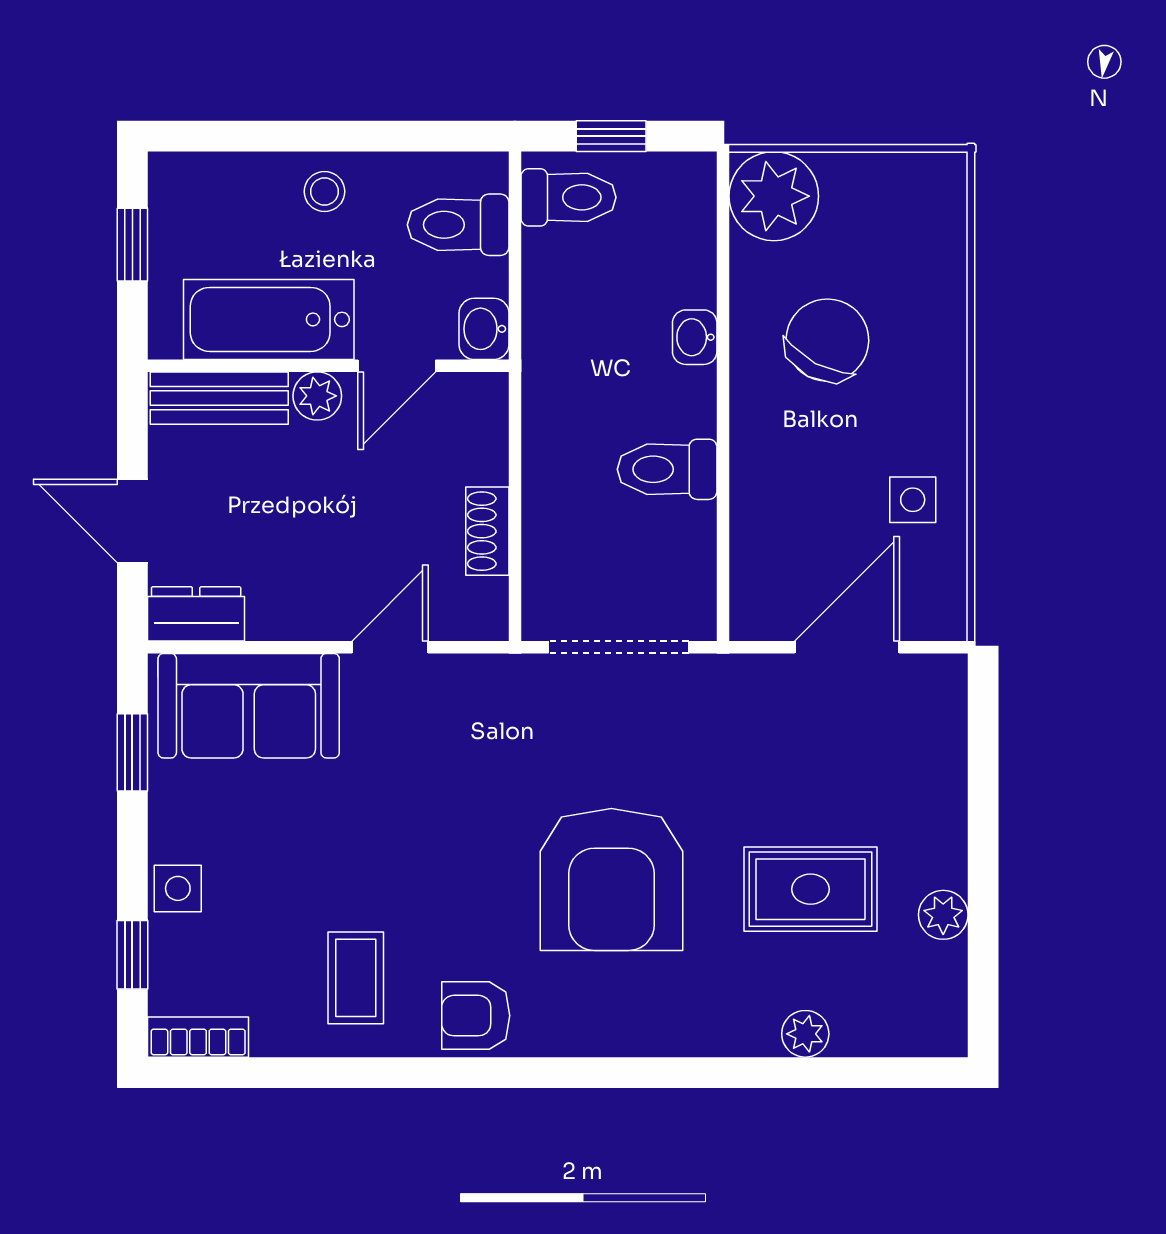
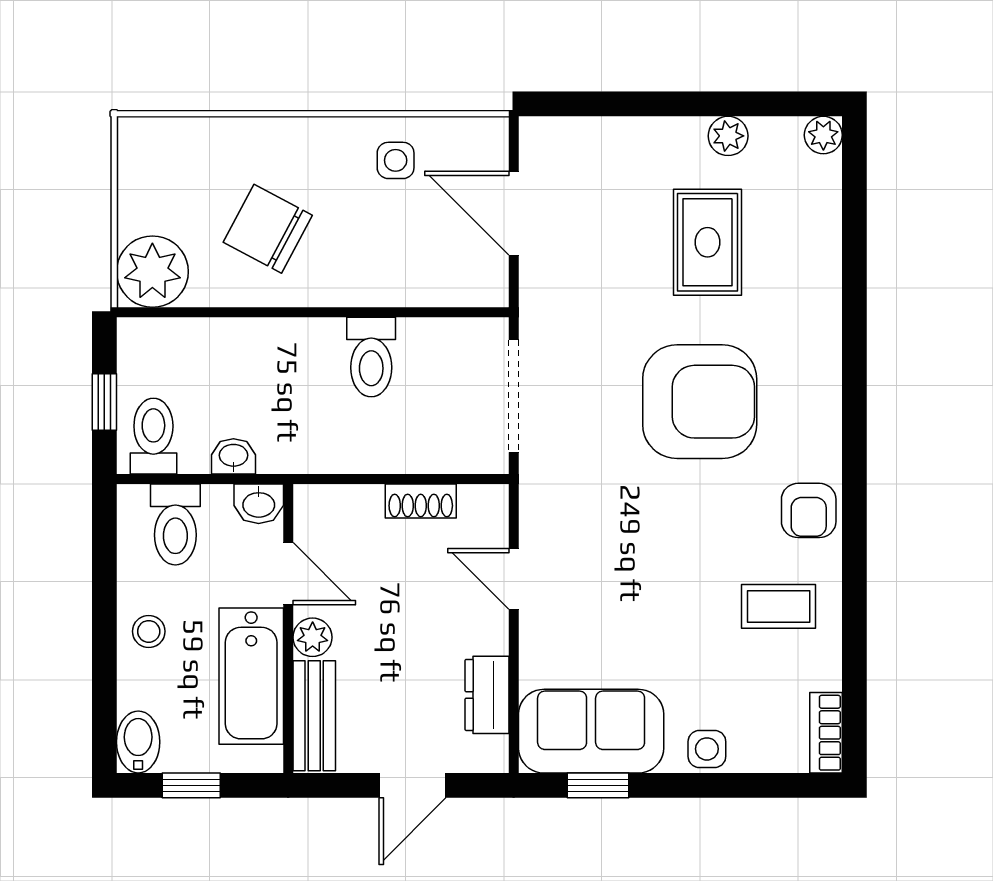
bidet: (187, 178) -> (138, 742), added
washbasin: (695, 337) -> (233, 456), moved, turned 180
dresser: (196, 614) -> (487, 695), moved
sofa: (249, 706) -> (591, 731), moved, turned -90
window: (132, 955) -> (760, 785), removed
plant: (805, 1034) -> (823, 135), moved

